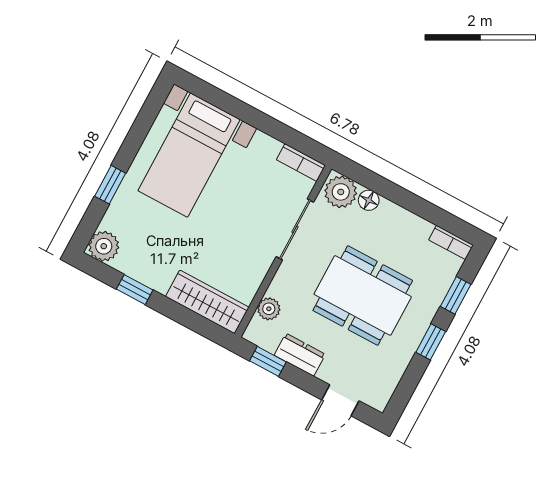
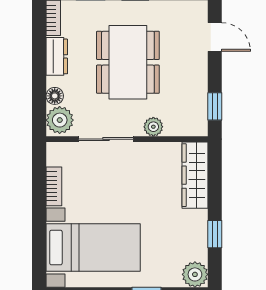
bookcase: (301, 163) -> (54, 186), moved
plant: (269, 309) -> (153, 127), moved
dresser: (300, 355) -> (57, 56), moved, turned 180

